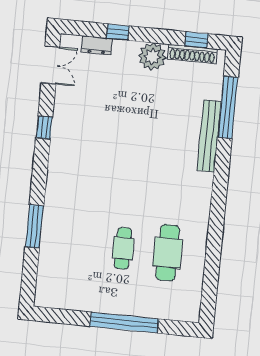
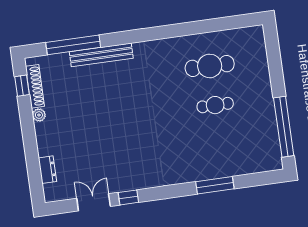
window: (118, 32) -> (32, 154), removed
plant: (152, 56) -> (39, 115), width x0.53, depth x0.53
double door: (50, 65) -> (94, 202), moved
window: (124, 323) -> (284, 127), moved

